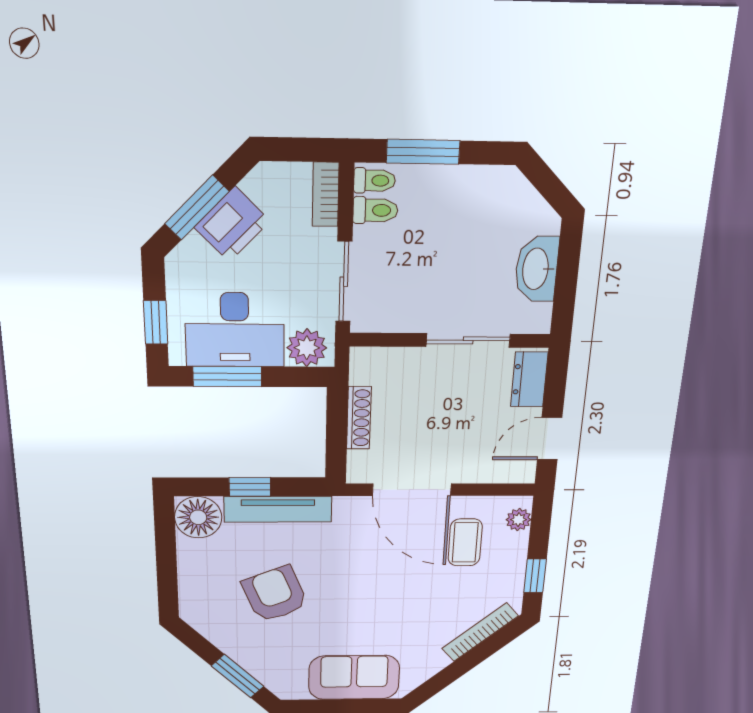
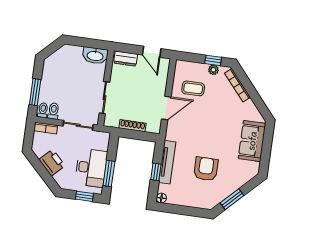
window: (197, 208) -> (45, 174), removed
washbasin: (537, 269) -> (95, 56), moved
sliding door: (468, 340) -> (104, 98), moved
plant: (307, 348) -> (102, 142), removed
door: (412, 490) -> (166, 108), width x0.73
floor lamp: (198, 517) -> (161, 198), width x0.53, depth x0.53
plant: (519, 520) -> (213, 70), moved
armchair: (275, 594) -> (206, 169), turned 112
window: (238, 676) -> (232, 199), moved

